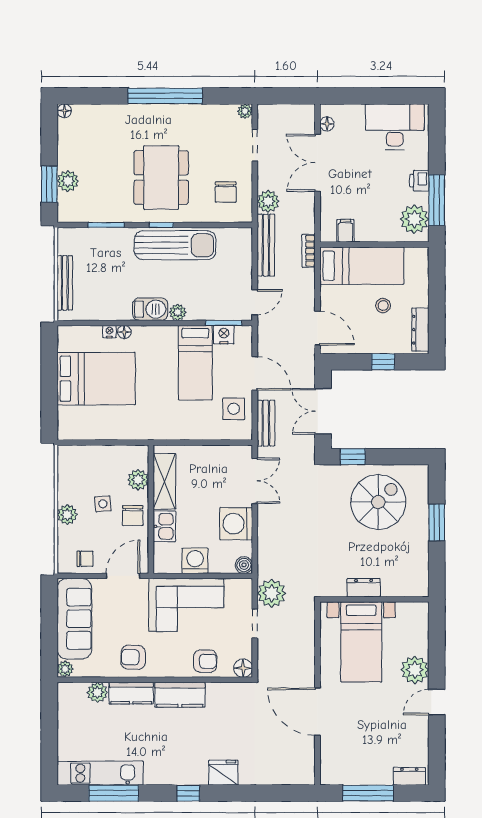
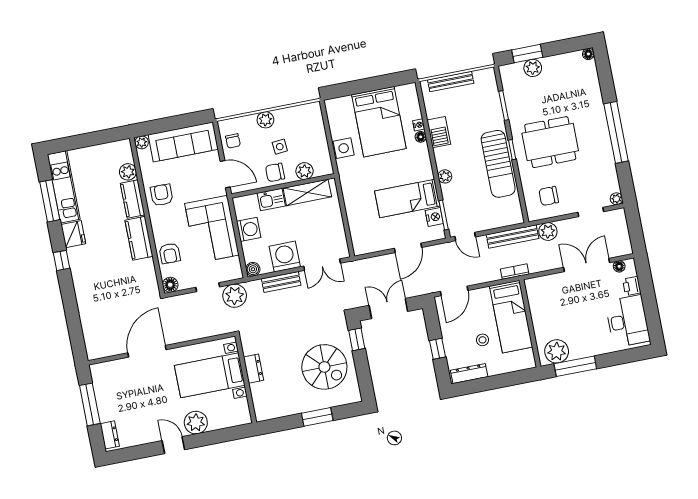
printer: (419, 181) -> (632, 286), moved, turned -90
filing cabinet: (345, 231) -> (536, 298), removed
barbecue: (150, 309) -> (439, 132), moved
side table: (234, 409) -> (344, 148), moved
bench: (266, 423) -> (281, 282), moved
fridge: (223, 773) -> (73, 234), moved

